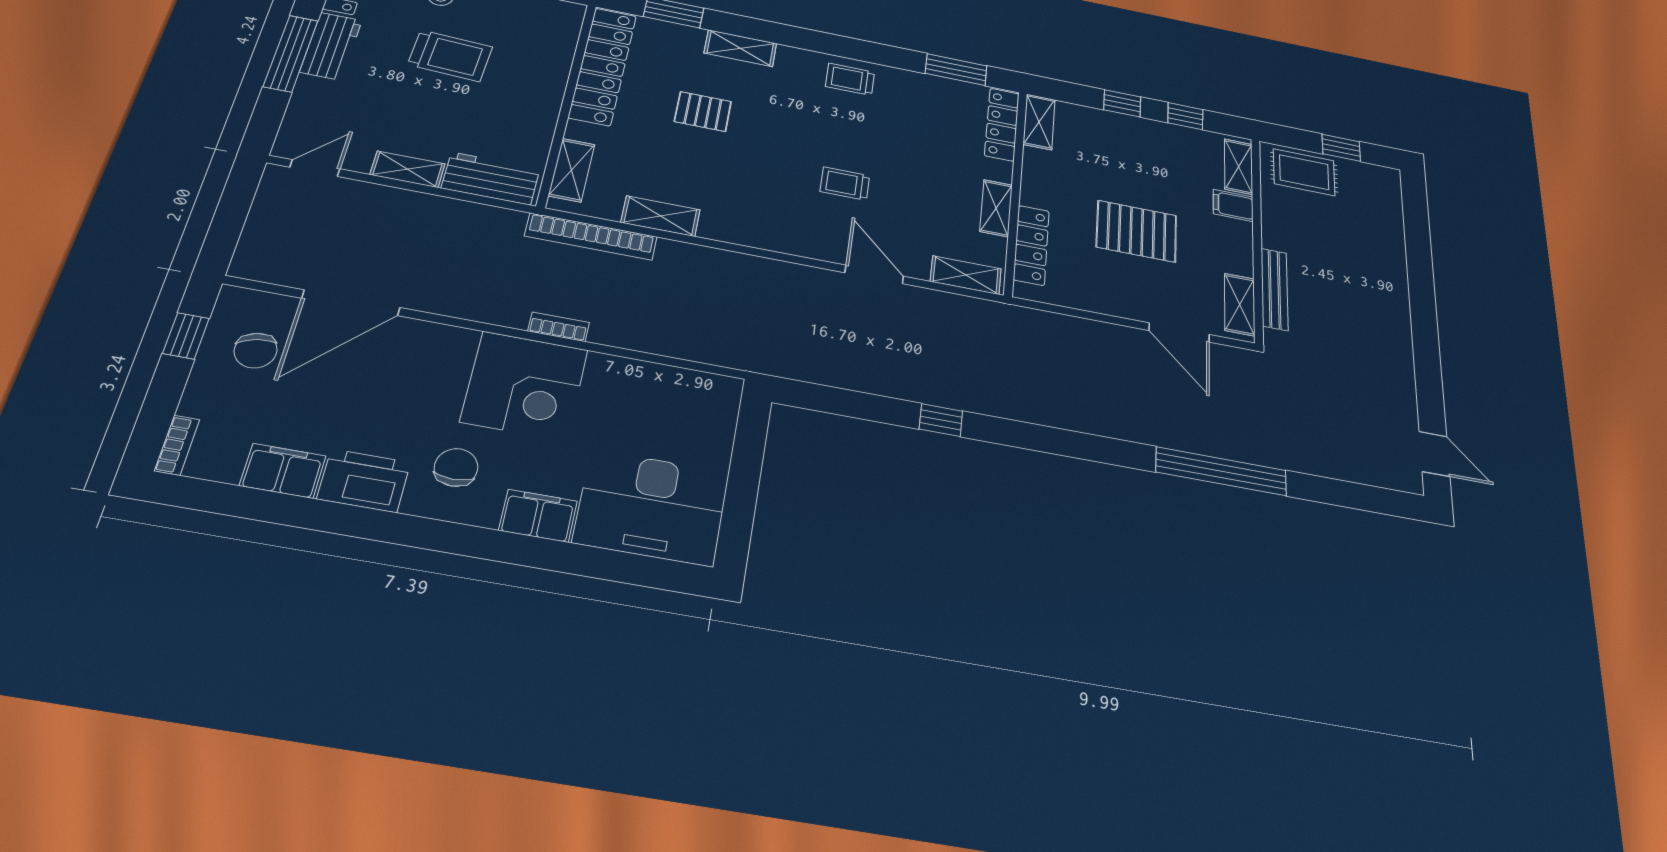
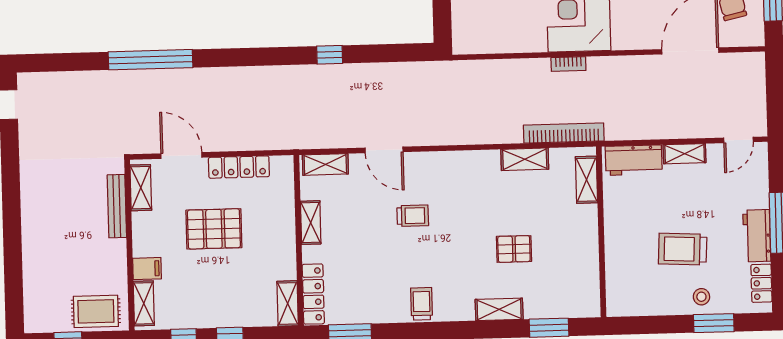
locker: (603, 66) -> (585, 268), removed
trolley: (850, 79) -> (422, 304), turned -90
locker: (1031, 245) -> (239, 167), moved, turned -90

